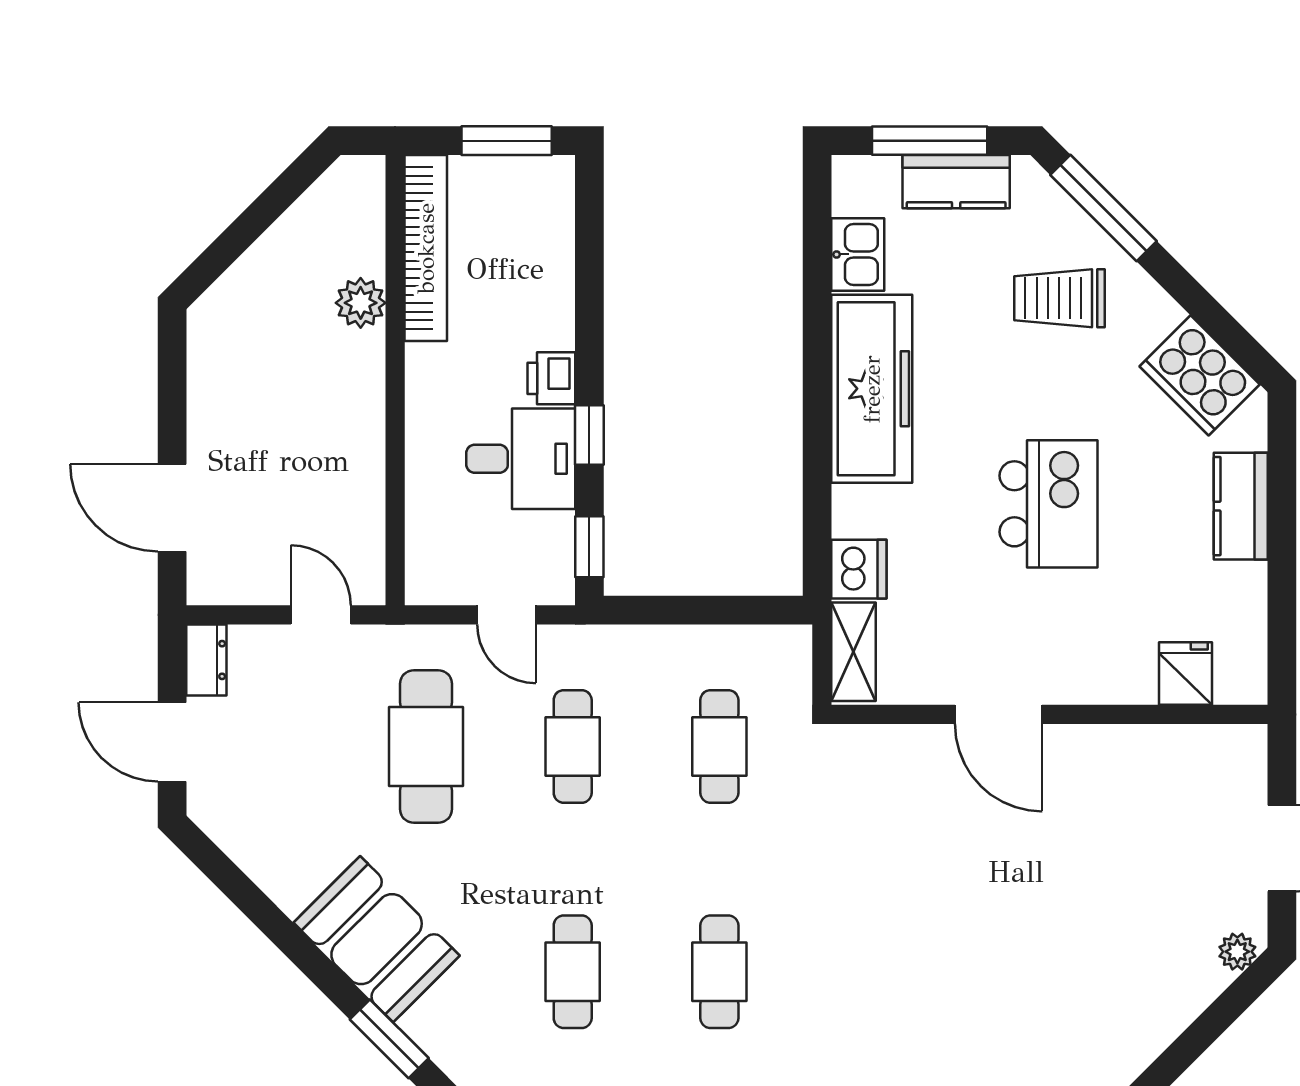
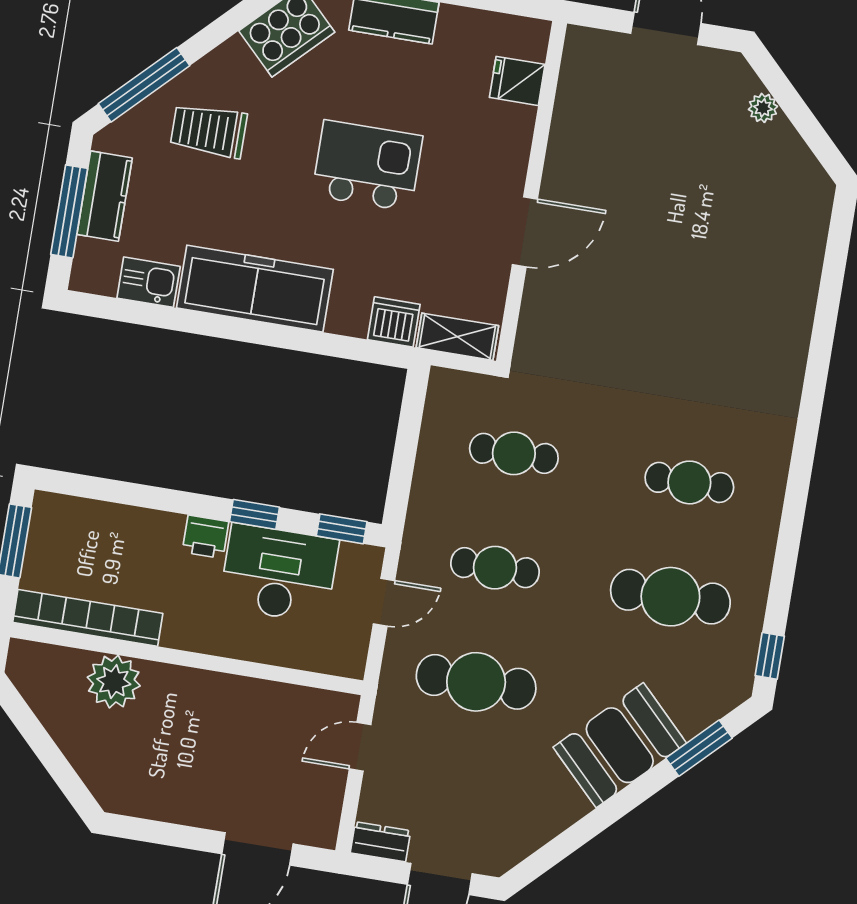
trolley: (1059, 298) -> (209, 131), turned 90
plant: (361, 303) -> (114, 682), width x1.36, depth x1.36
desk: (521, 459) -> (279, 573), width x1.37
plant: (1237, 952) -> (763, 108), moved
cafe table: (573, 972) -> (670, 597), width x1.37, depth x1.35

